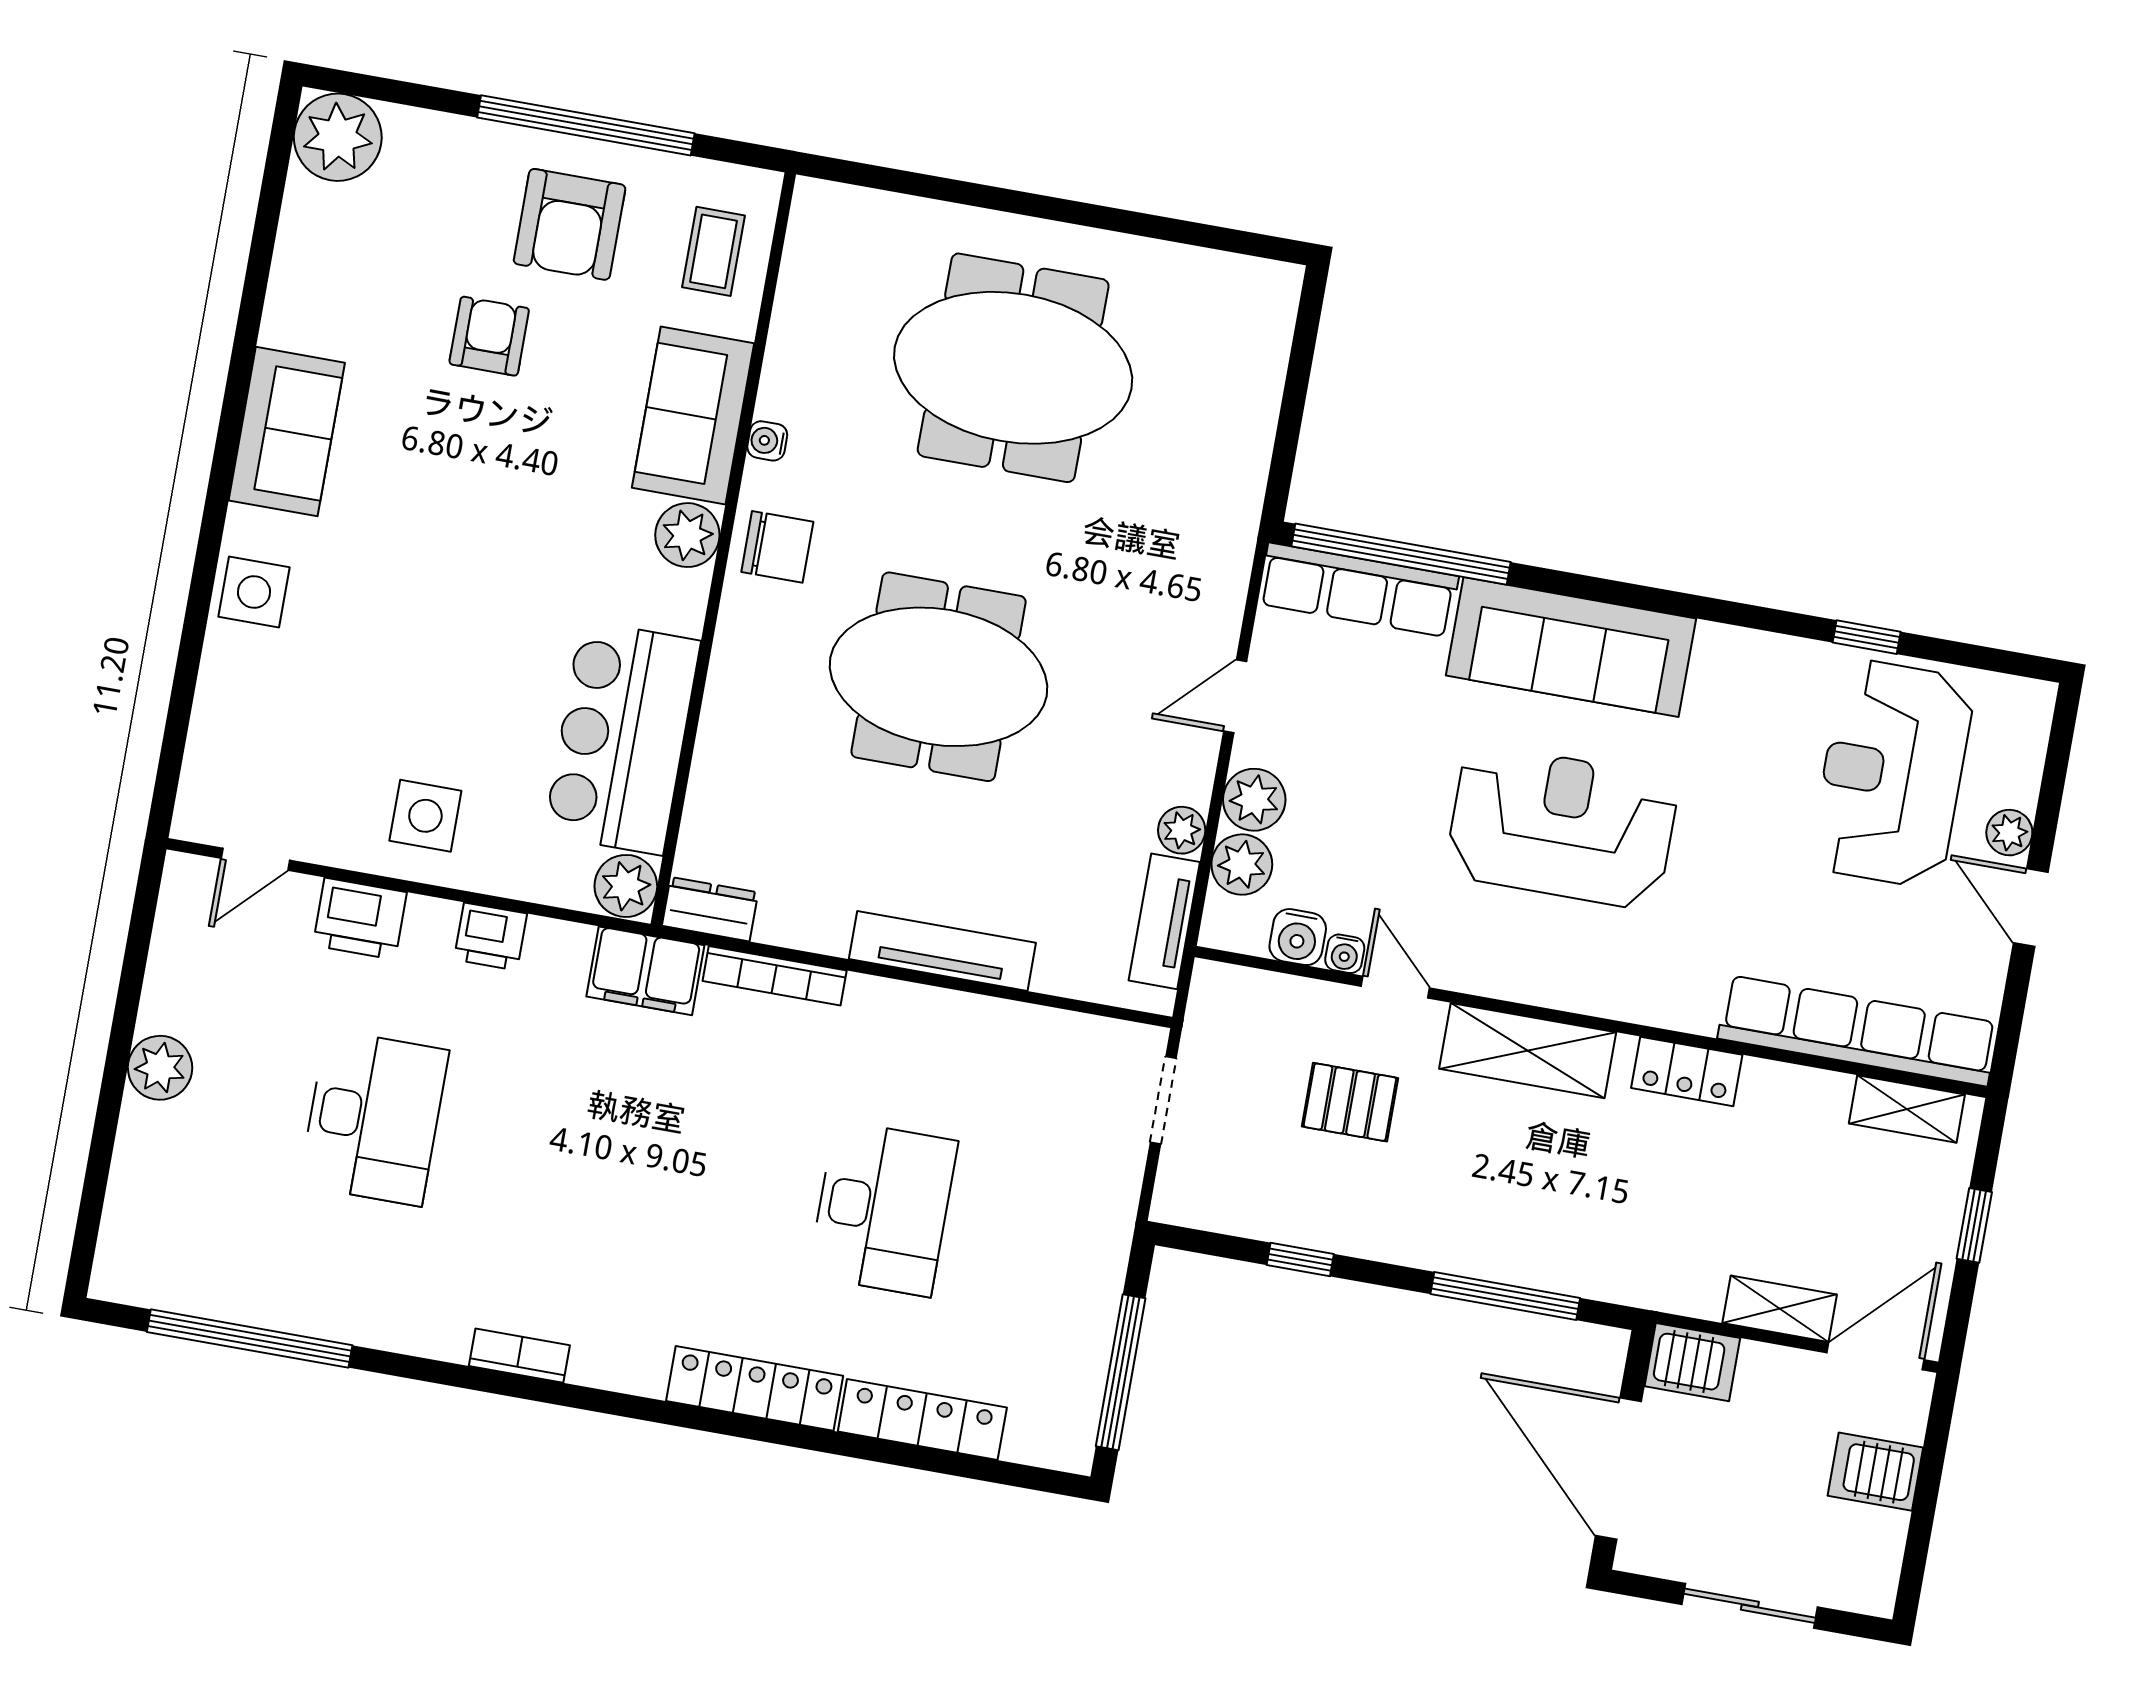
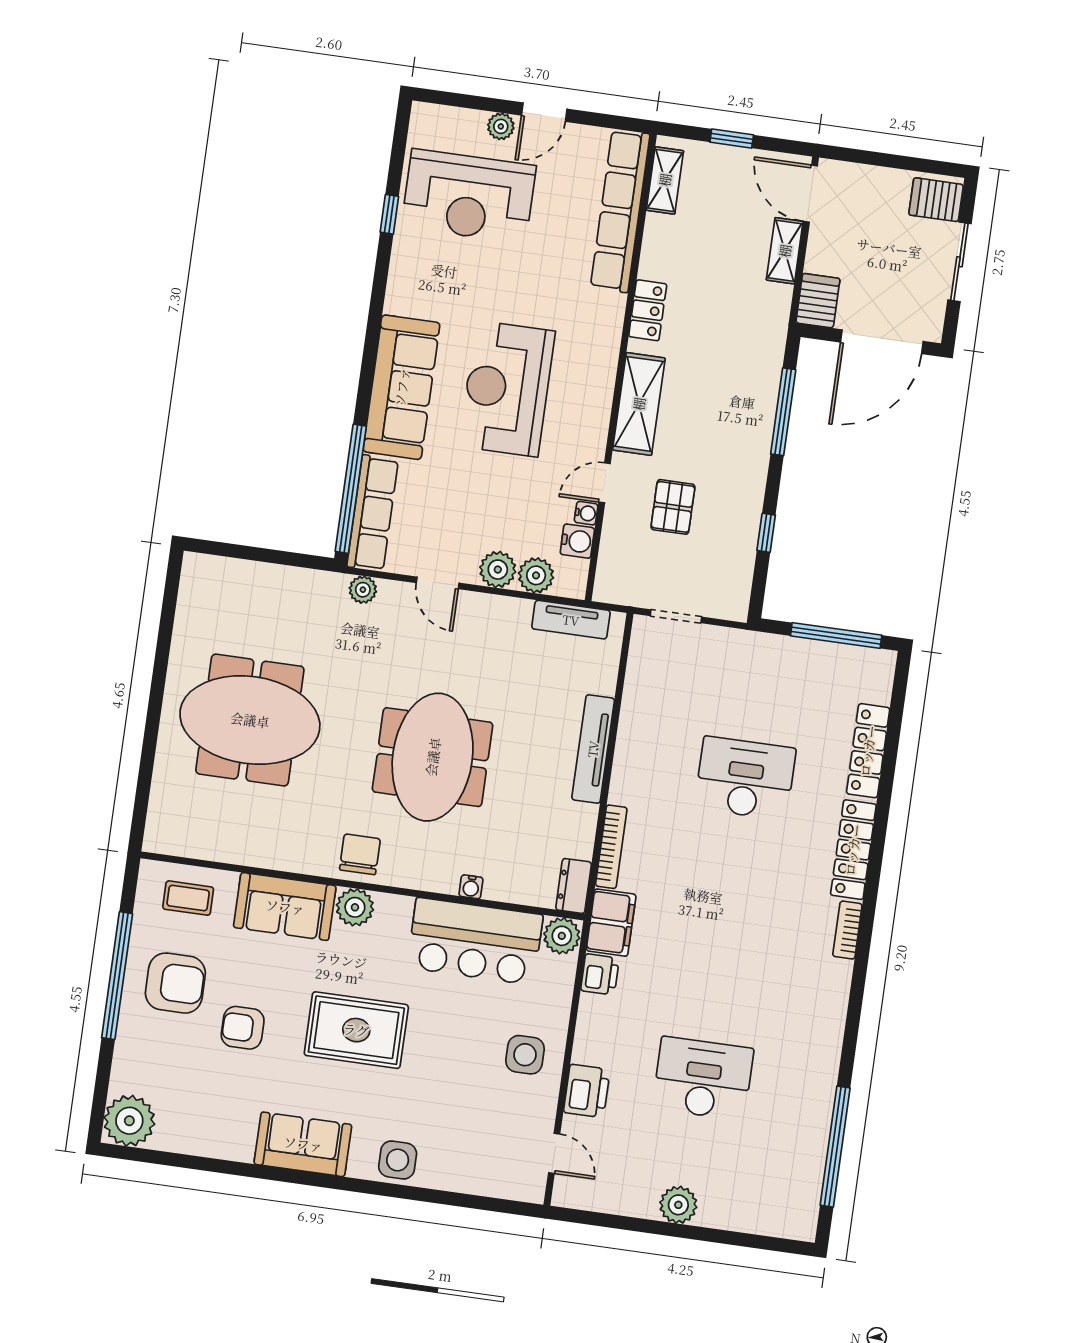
meeting table: (1013, 368) -> (250, 720), turned 90
water cooler: (767, 441) -> (471, 887), moved
rug: (478, 530) -> (356, 1030), added
plant: (1182, 830) -> (363, 590), moved
printer: (490, 937) -> (600, 974), moved
bookcase: (519, 1356) -> (847, 930), moved
server rack: (1875, 1472) -> (936, 200), moved, turned 90

